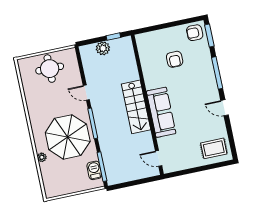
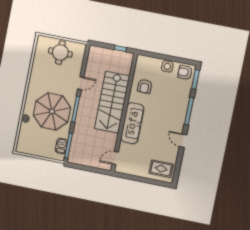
side table: (173, 34) -> (167, 66), added
plant: (103, 48) -> (108, 54), removed
armchair: (175, 59) -> (145, 86), moved
door: (86, 93) -> (81, 83), swing flipped
stairs: (136, 107) -> (112, 102), width x1.36, depth x1.51
door: (159, 158) -> (115, 158), hinge flipped

